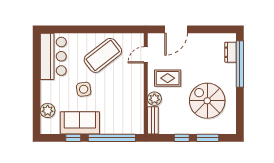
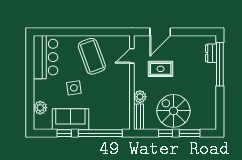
coffee table: (103, 55) -> (92, 56), turned -72
rug: (168, 78) -> (161, 69), moved
spiral stairs: (207, 101) -> (173, 111), moved

